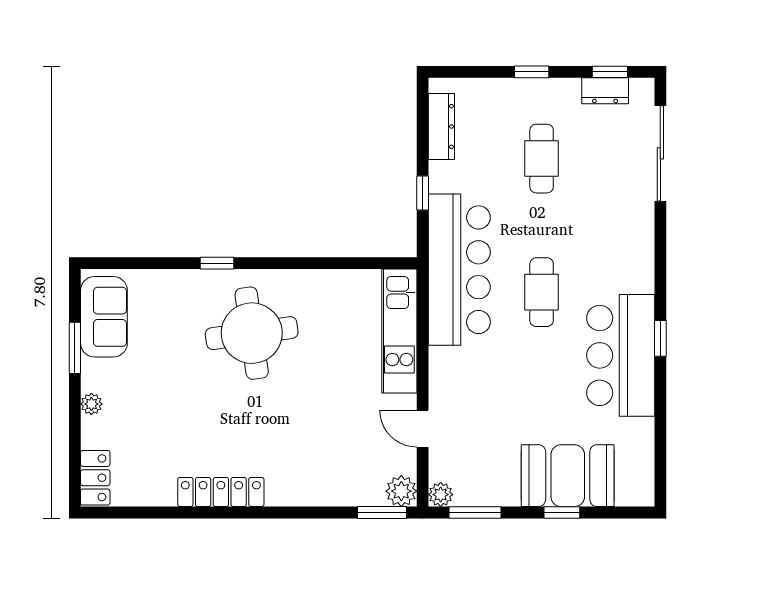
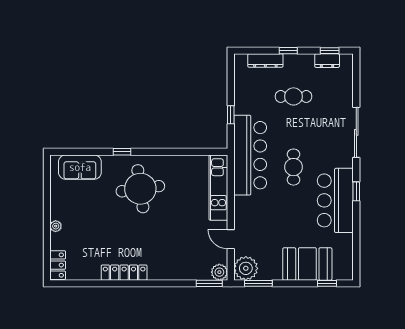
dresser: (441, 127) -> (265, 61), moved, turned 90
sliding door: (660, 153) -> (356, 132), moved
cafe table: (542, 159) -> (293, 96), turned 90
sofa: (104, 317) -> (80, 167), moved, turned 90
window: (75, 348) -> (47, 196), removed
plant: (441, 495) -> (246, 268), width x1.87, depth x1.87
window: (562, 512) -> (327, 283), moved

